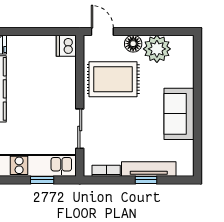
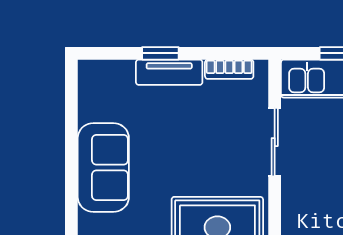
tv unit: (149, 169) -> (169, 72), width x0.71

